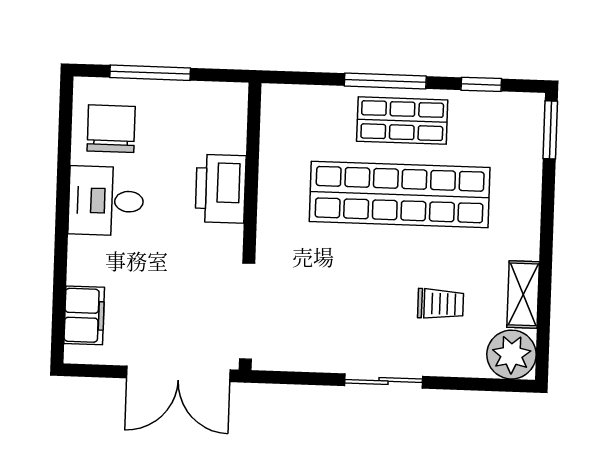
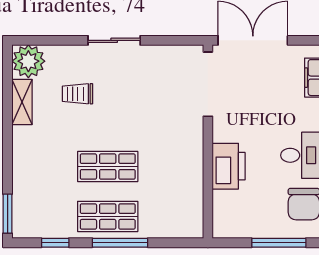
shop shelf: (400, 195) -> (108, 167), width x0.50, depth x0.74

